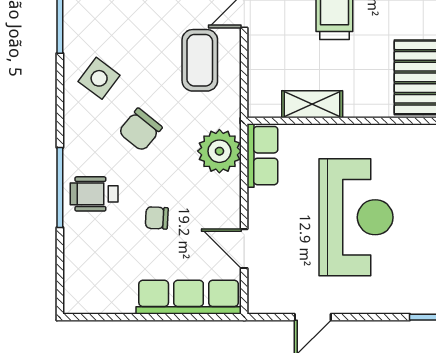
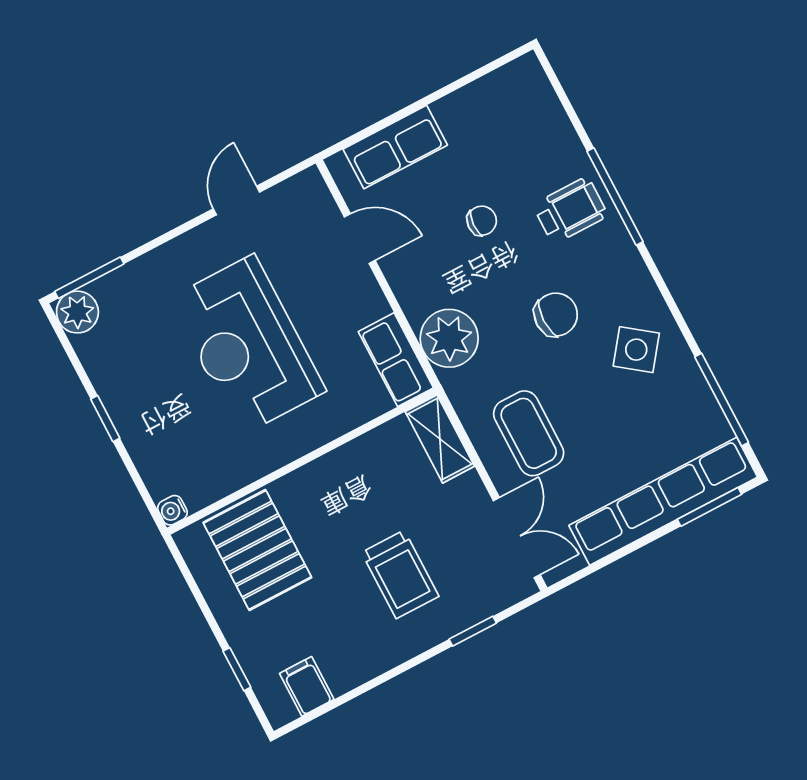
shelving: (312, 104) -> (440, 439), moved, turned 90
chair: (140, 130) -> (556, 315), turned 51
row of seats: (189, 297) -> (395, 147), width x0.68

